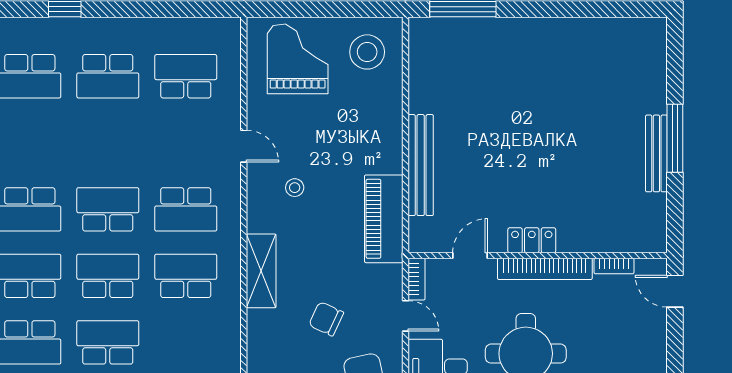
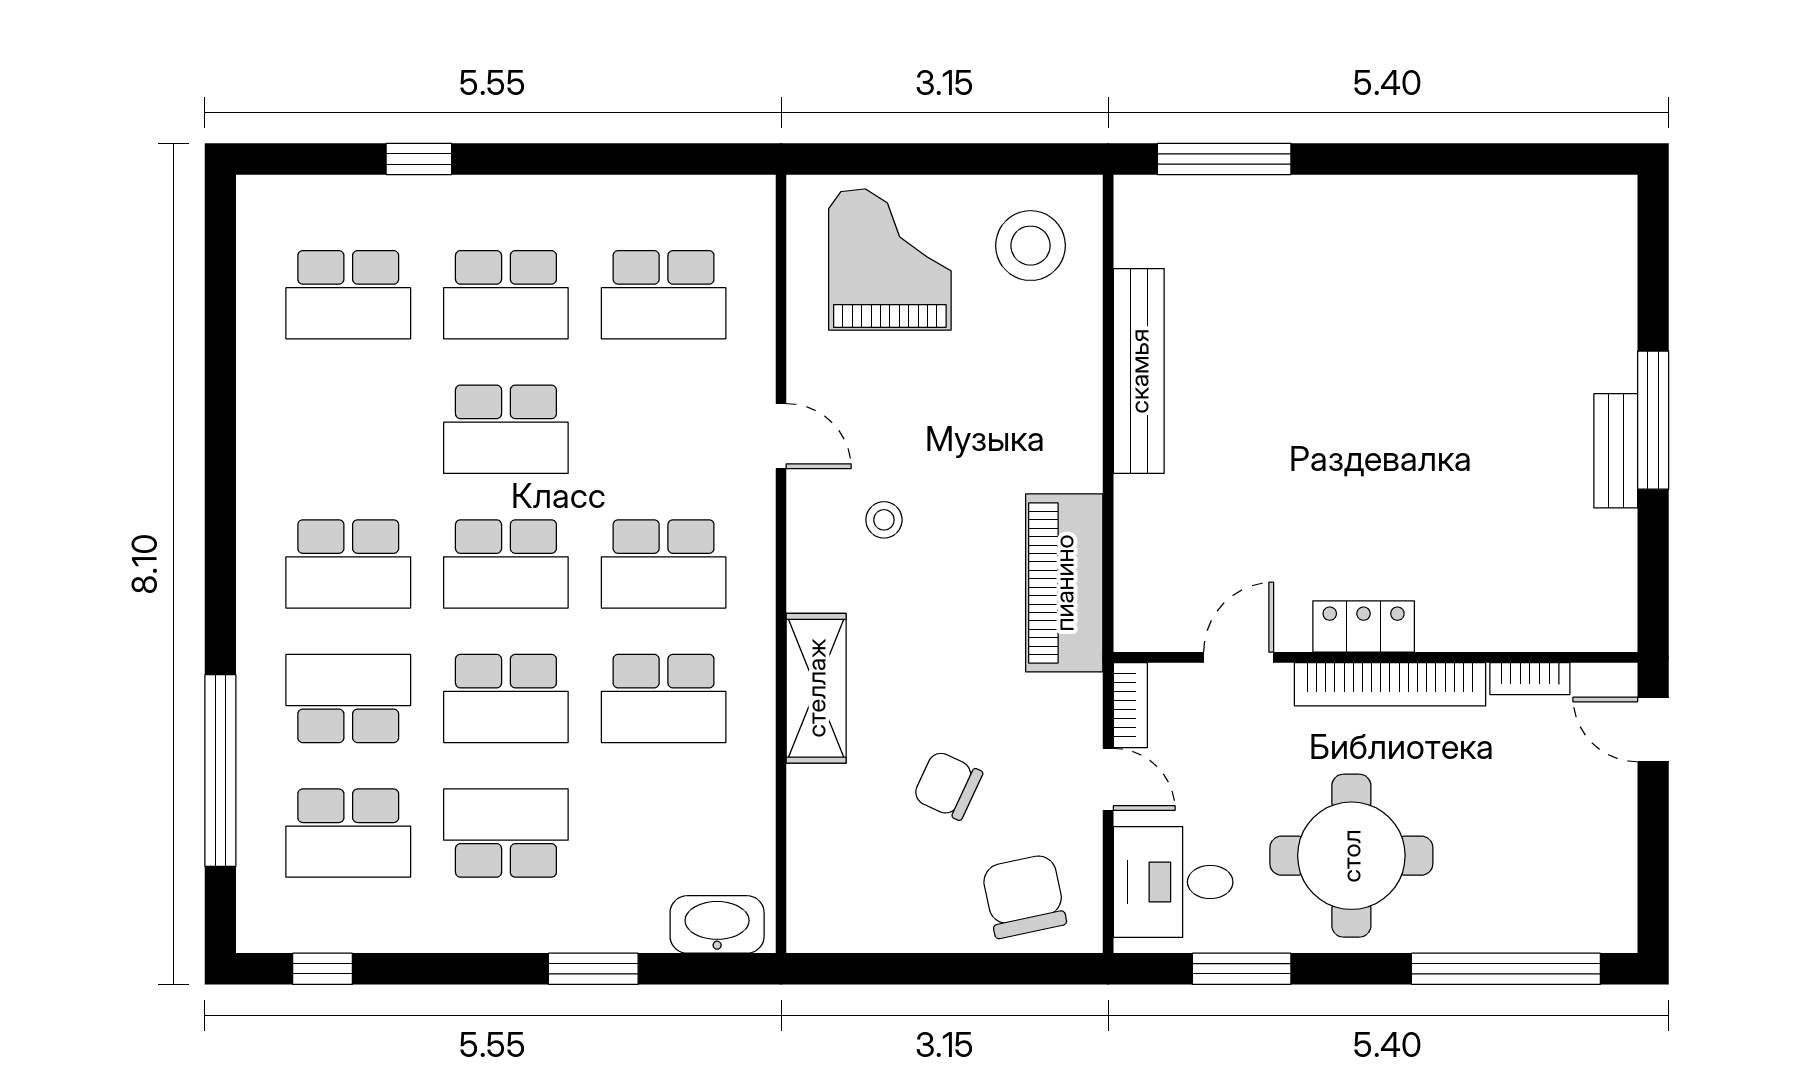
school desk: (186, 76) -> (664, 295), turned 180
school desk: (108, 143) -> (506, 429), added
bench: (656, 153) -> (1616, 451), width x0.73
bench: (421, 165) -> (1139, 371), moved
school desk: (108, 209) -> (506, 564), turned 180
school desk: (108, 276) -> (506, 698), turned 180
school desk: (186, 276) -> (664, 698), turned 180

